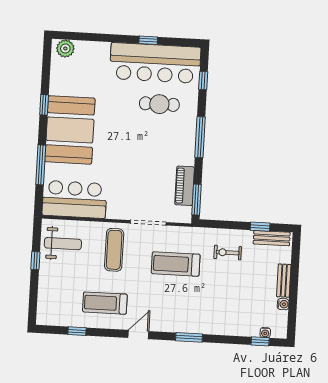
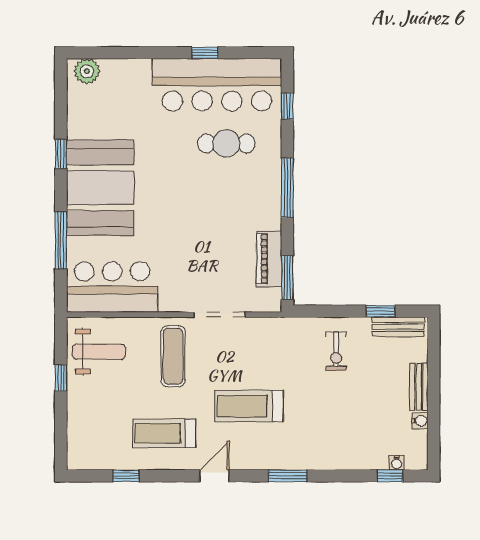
exercise bike: (228, 253) -> (336, 351), turned -90
treadmill: (176, 264) -> (249, 406), moved

